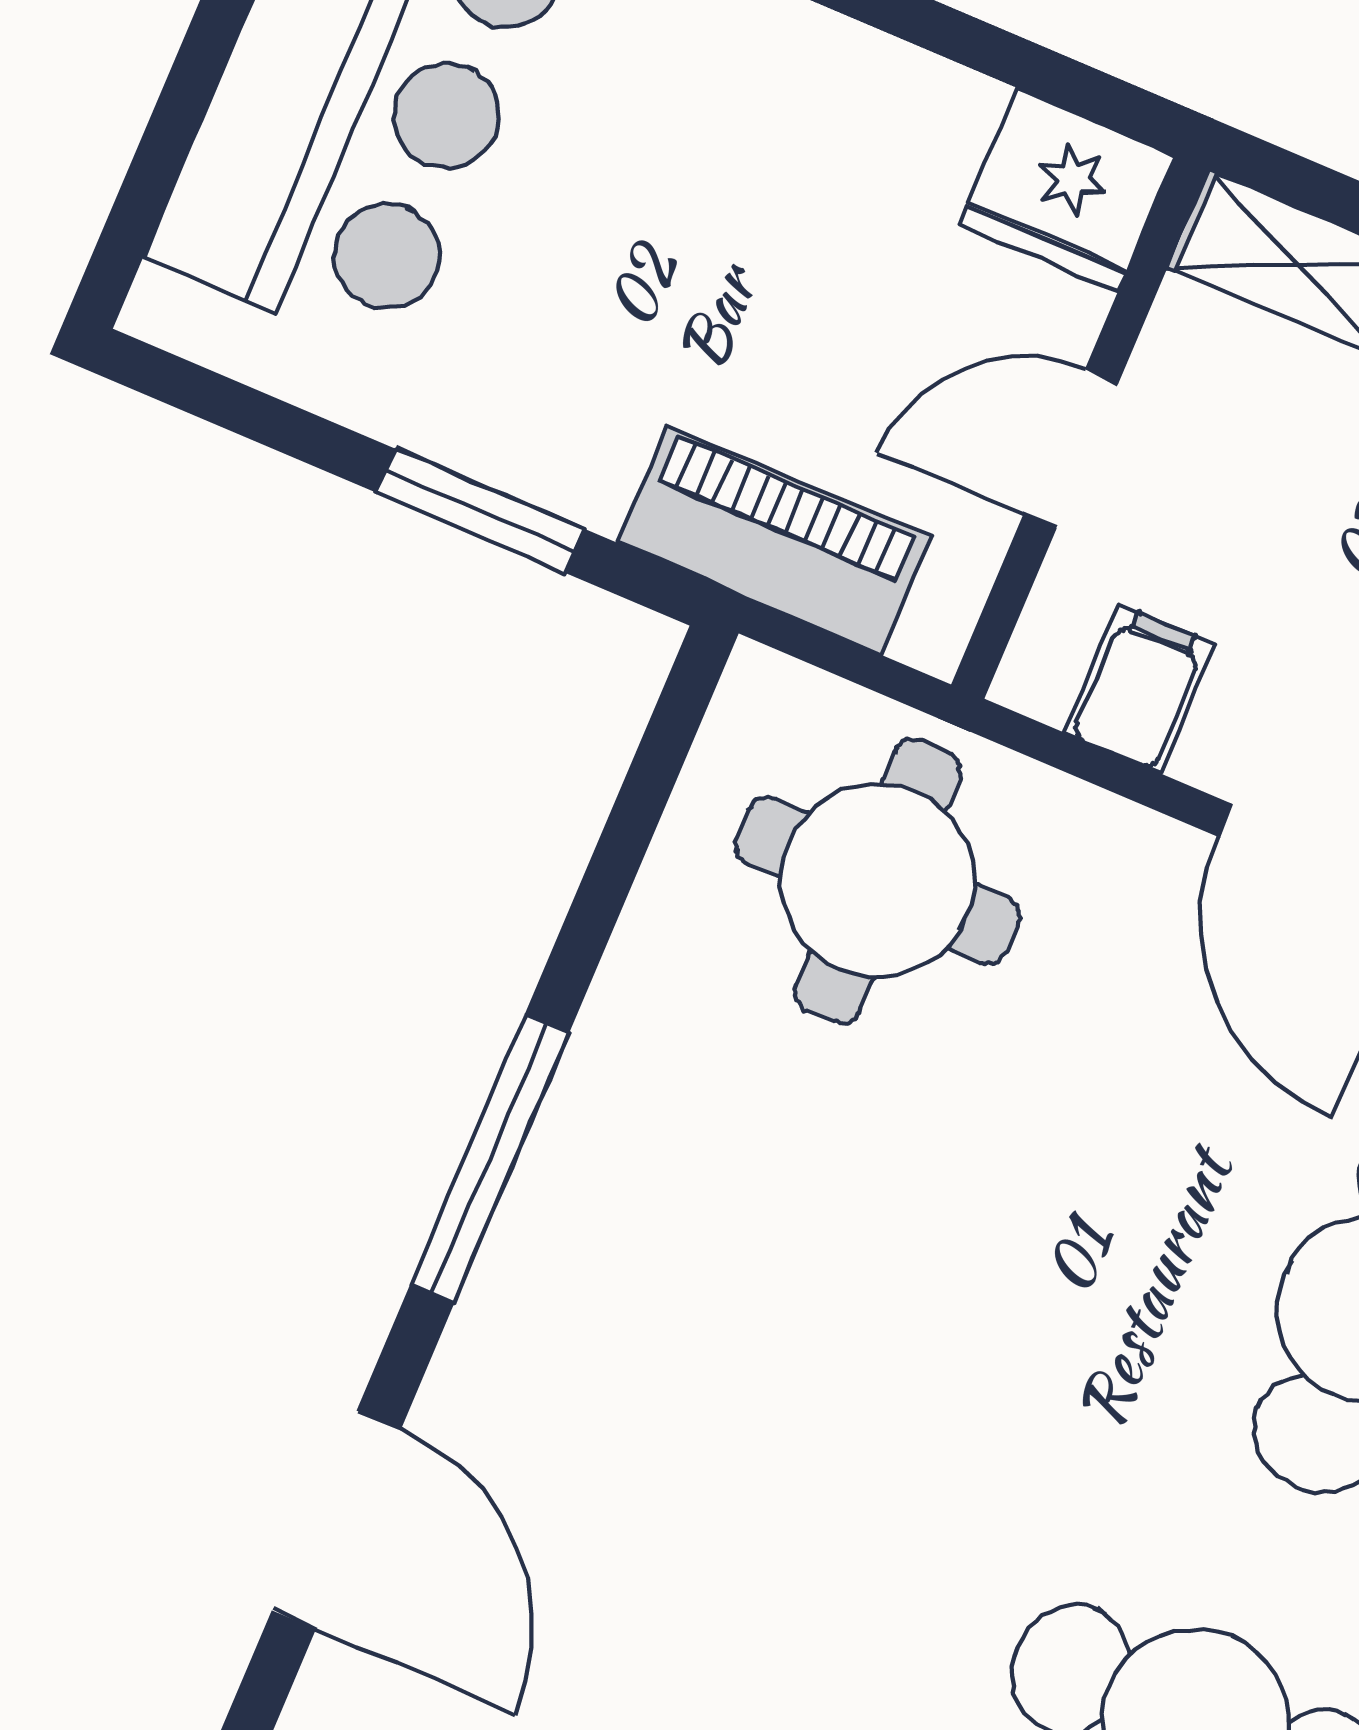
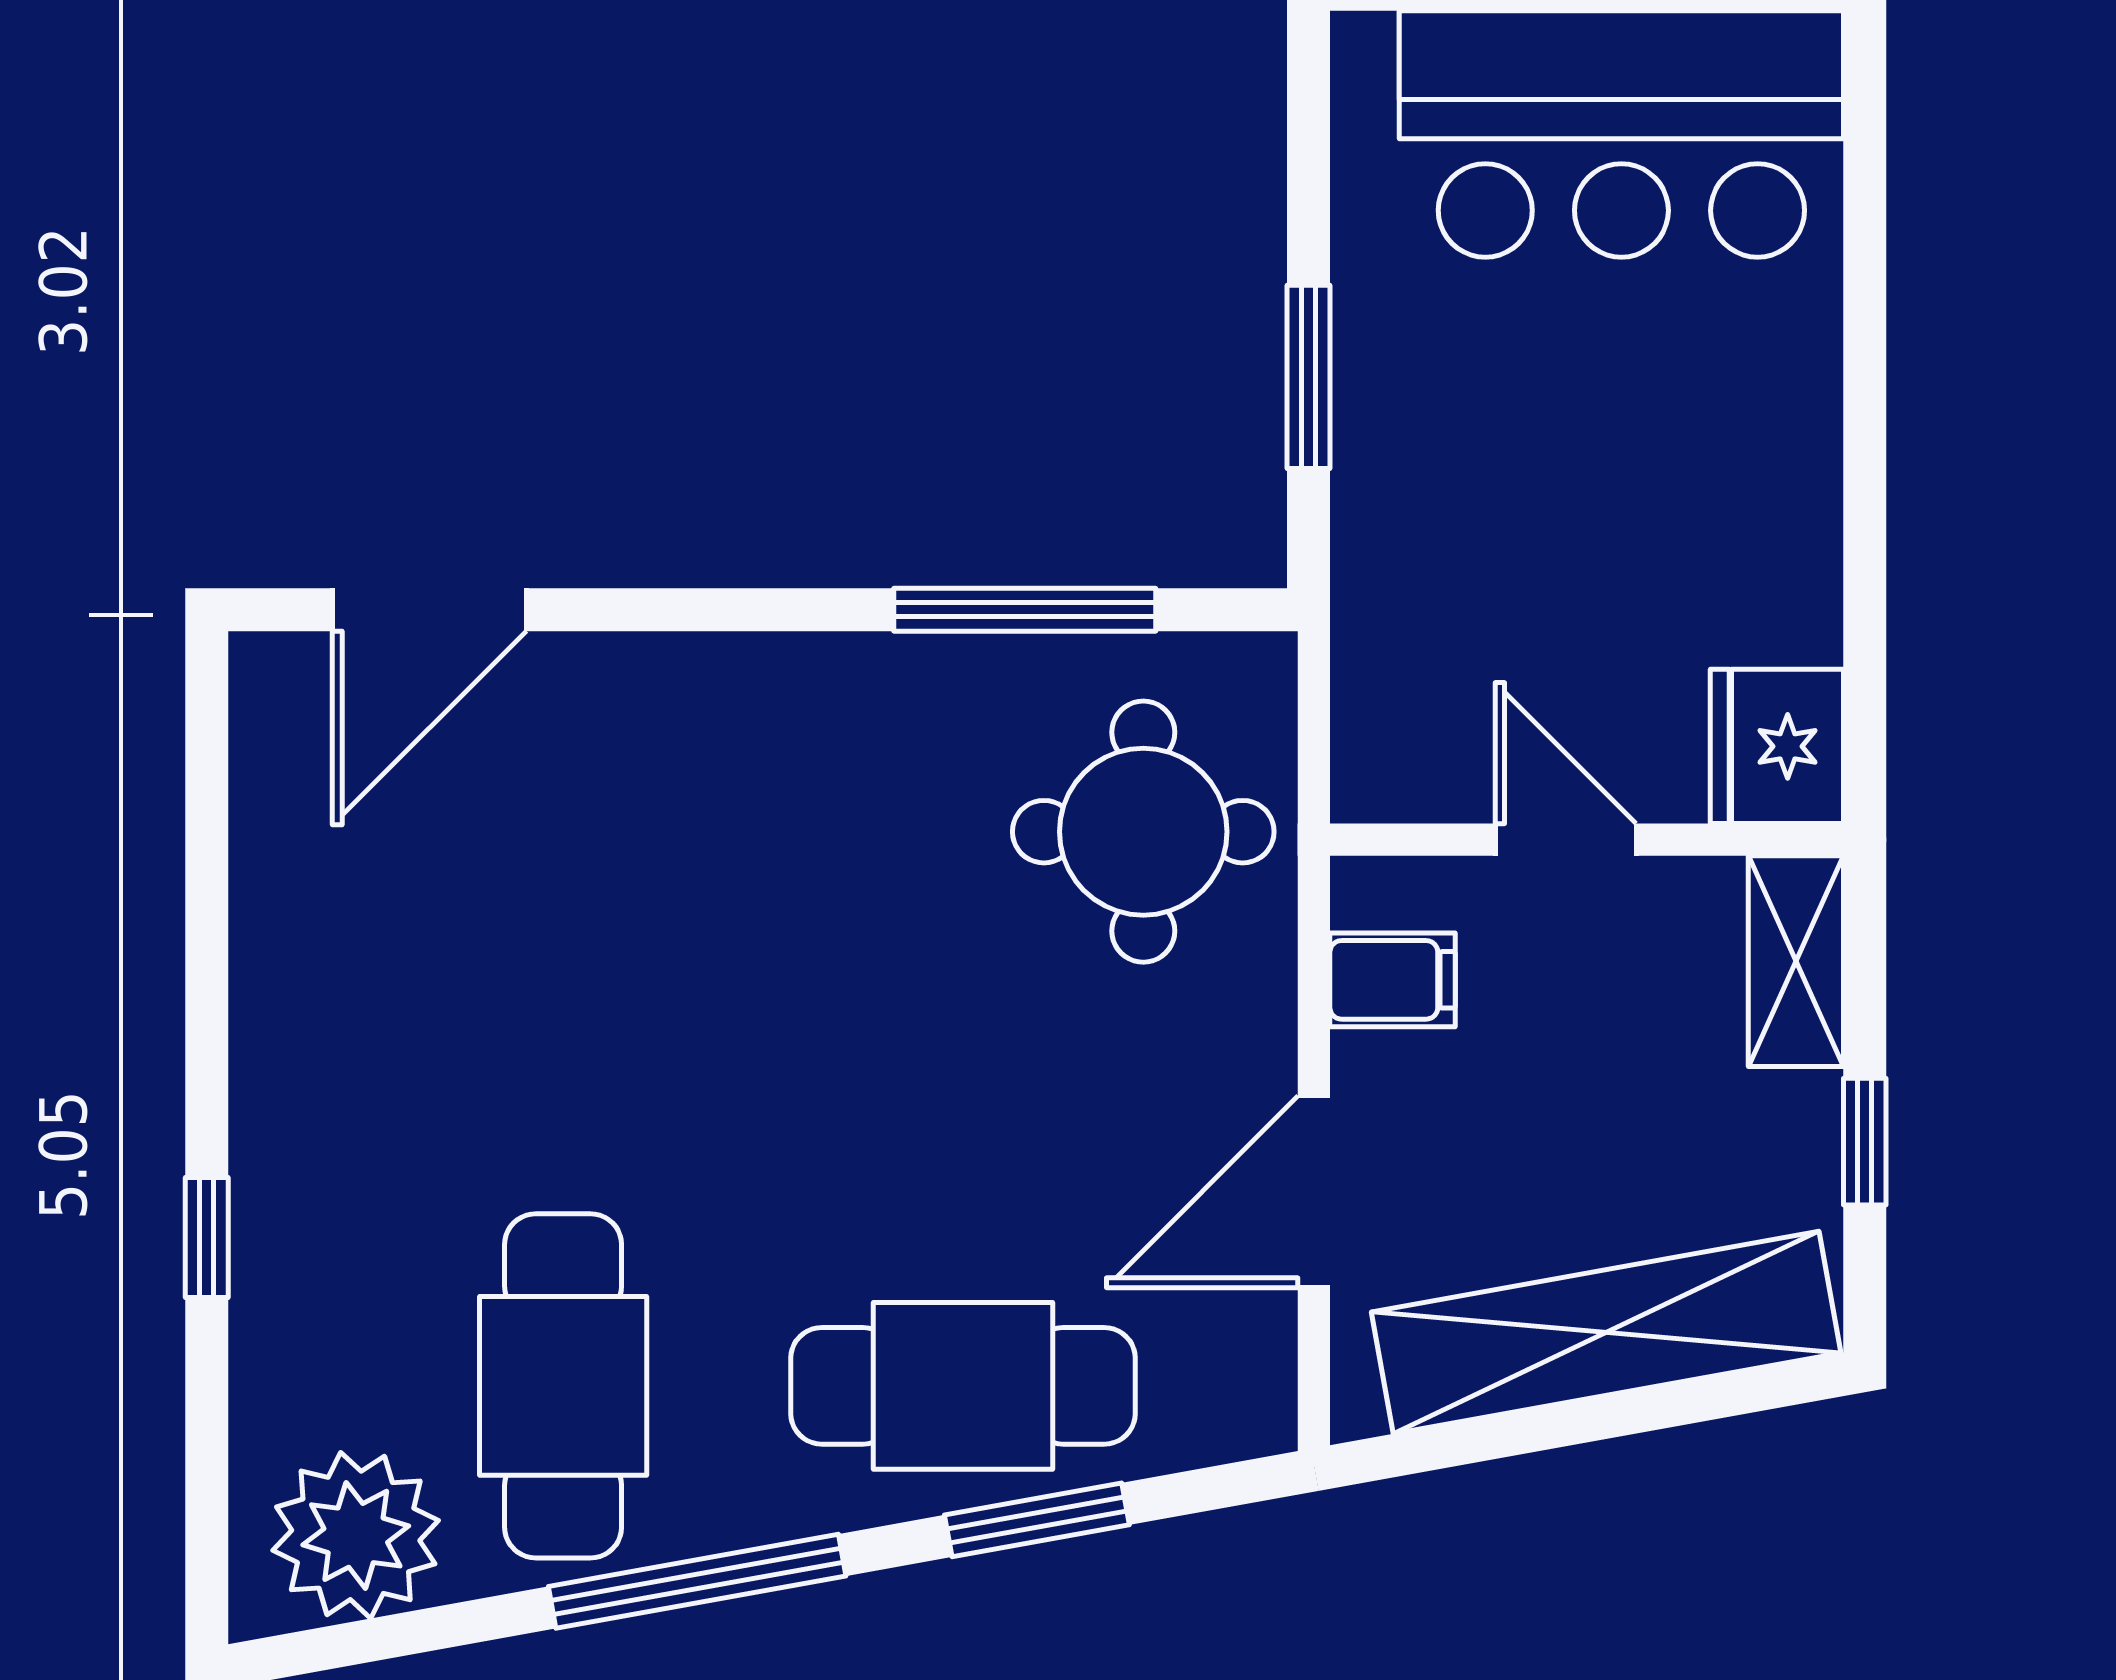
piano: (773, 540) -> (1387, 627), removed
window: (490, 1159) -> (1025, 610), moved

